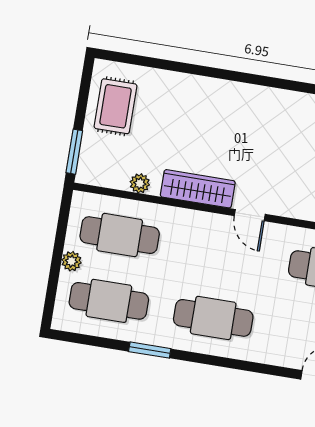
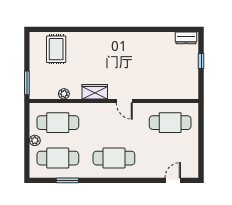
rug: (116, 106) -> (56, 49), moved
wardrobe: (198, 189) -> (95, 92), width x0.67
window: (150, 350) -> (67, 180), moved

